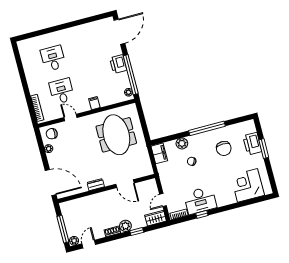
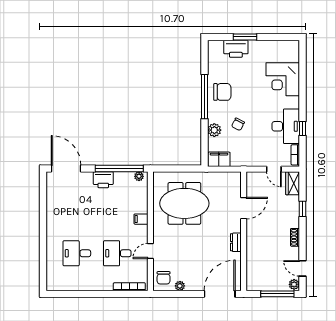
chair: (224, 148) -> (222, 92), moved
corner desk: (248, 185) -> (283, 79), moved
plant: (125, 226) -> (293, 220), removed

